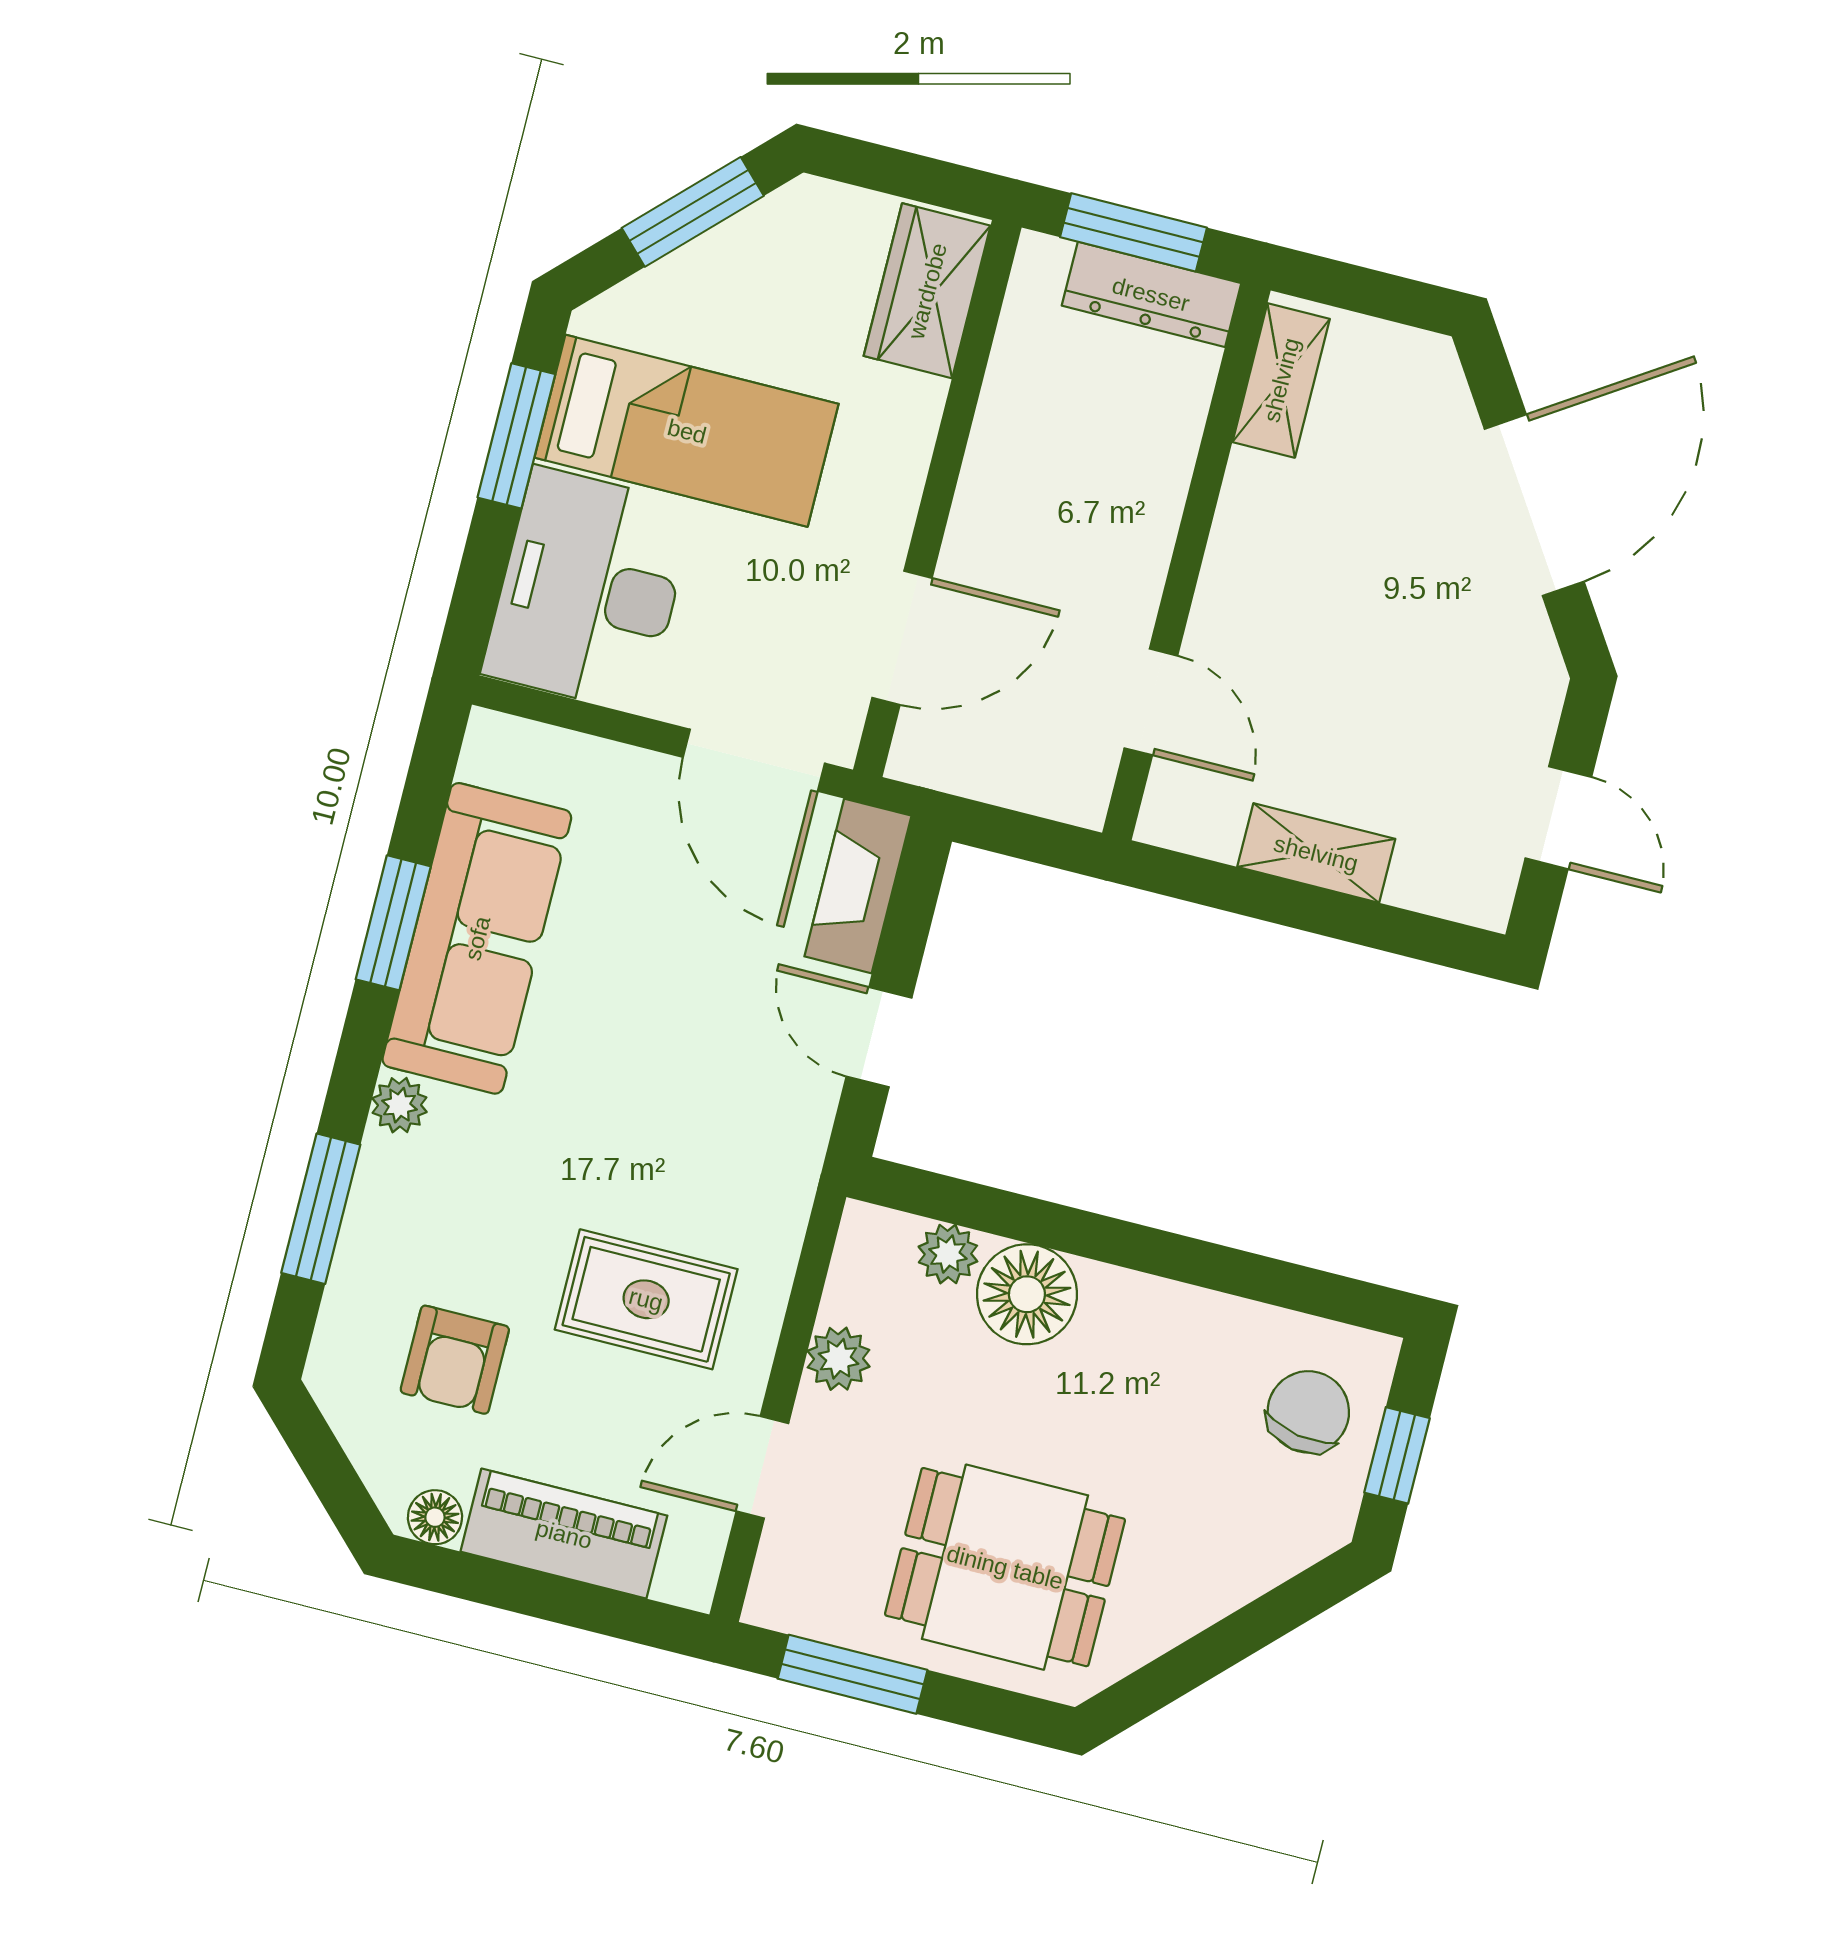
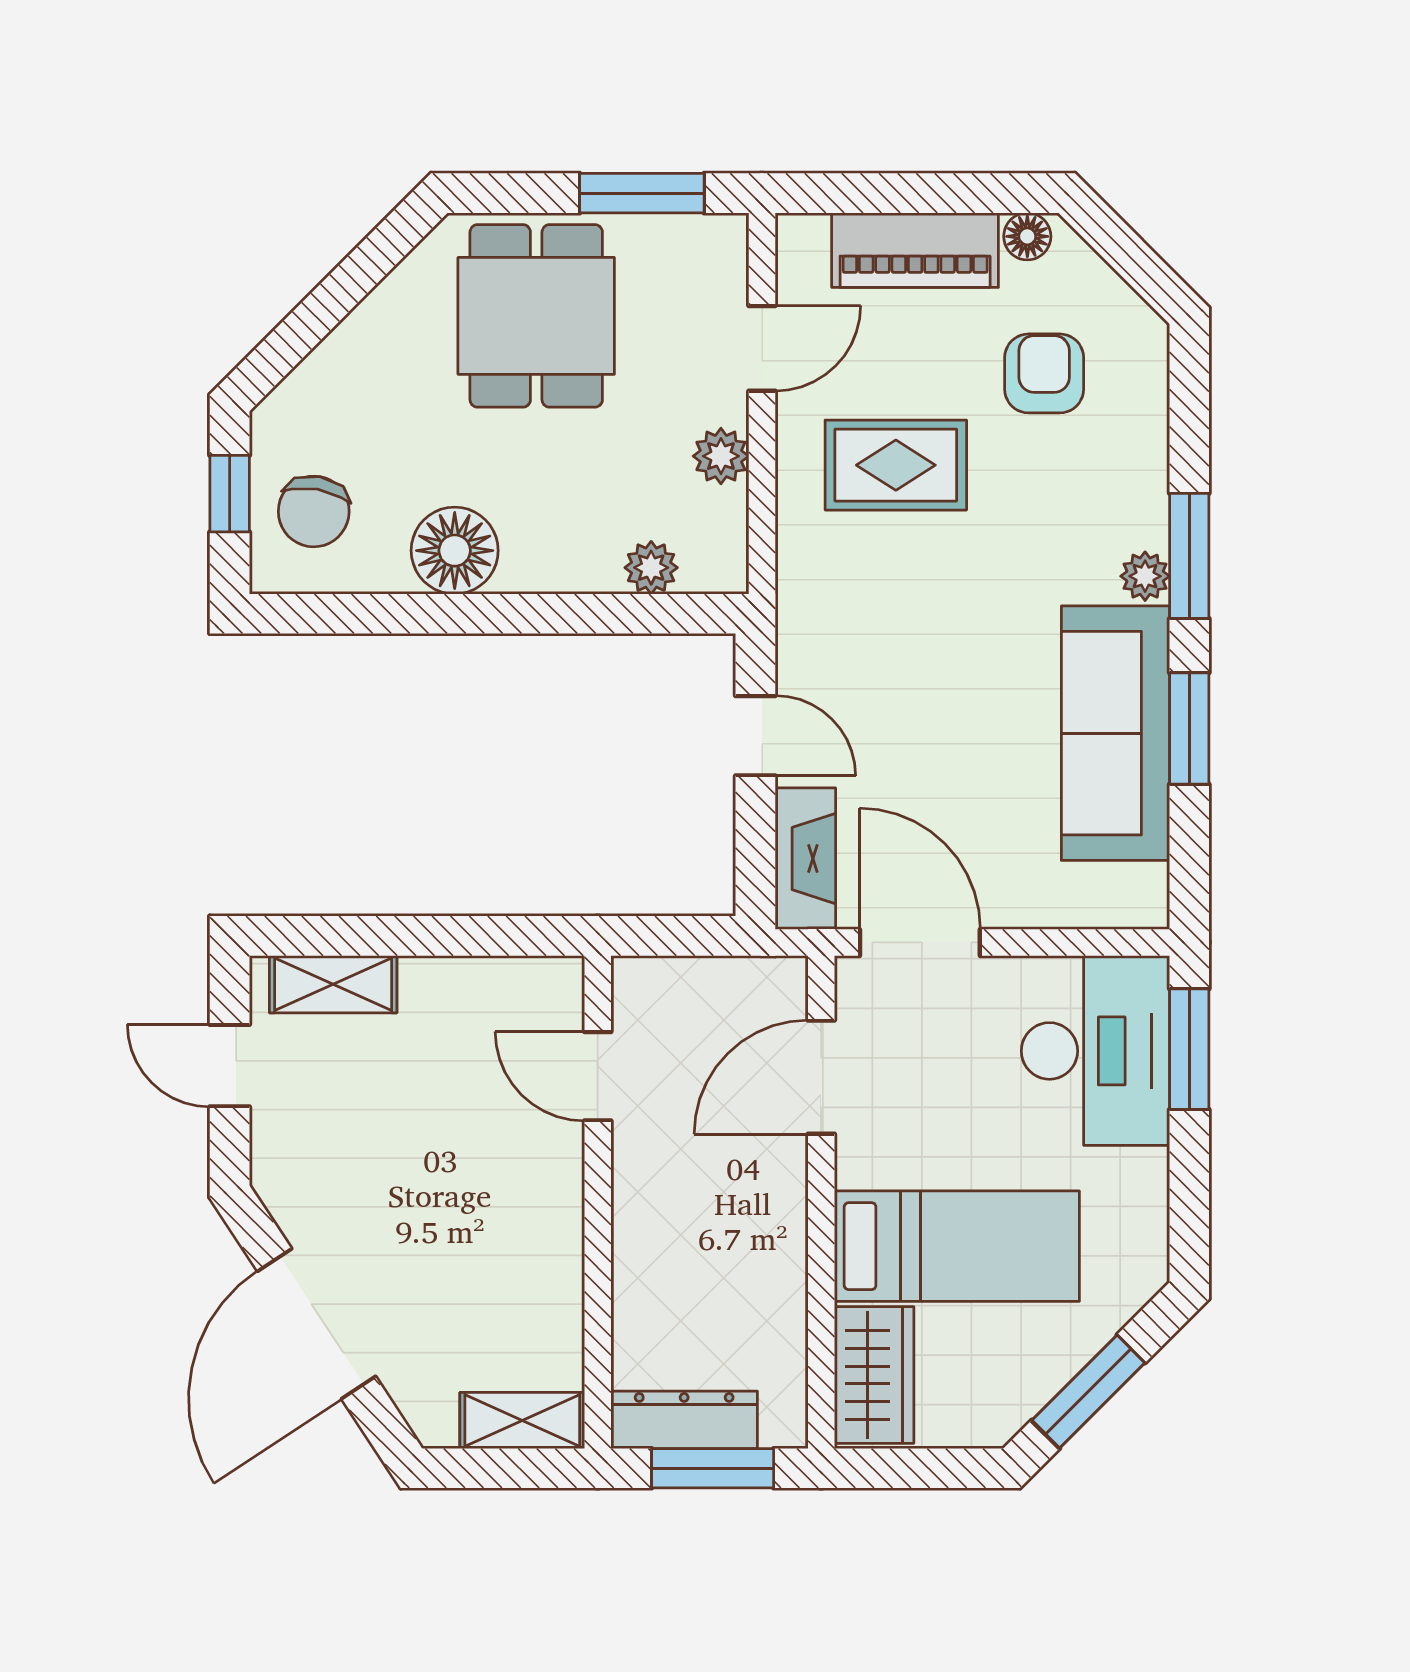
shelving: (1281, 380) -> (522, 1420), moved, turned 90
bed: (687, 431) -> (957, 1246), moved, turned 180
window: (516, 436) -> (1189, 1049), moved
shelving: (1316, 853) -> (333, 984), moved
window: (321, 1209) -> (1189, 556), moved
floor lamp: (1027, 1294) -> (455, 551), moved
dining table: (1005, 1567) -> (536, 316), turned 90

